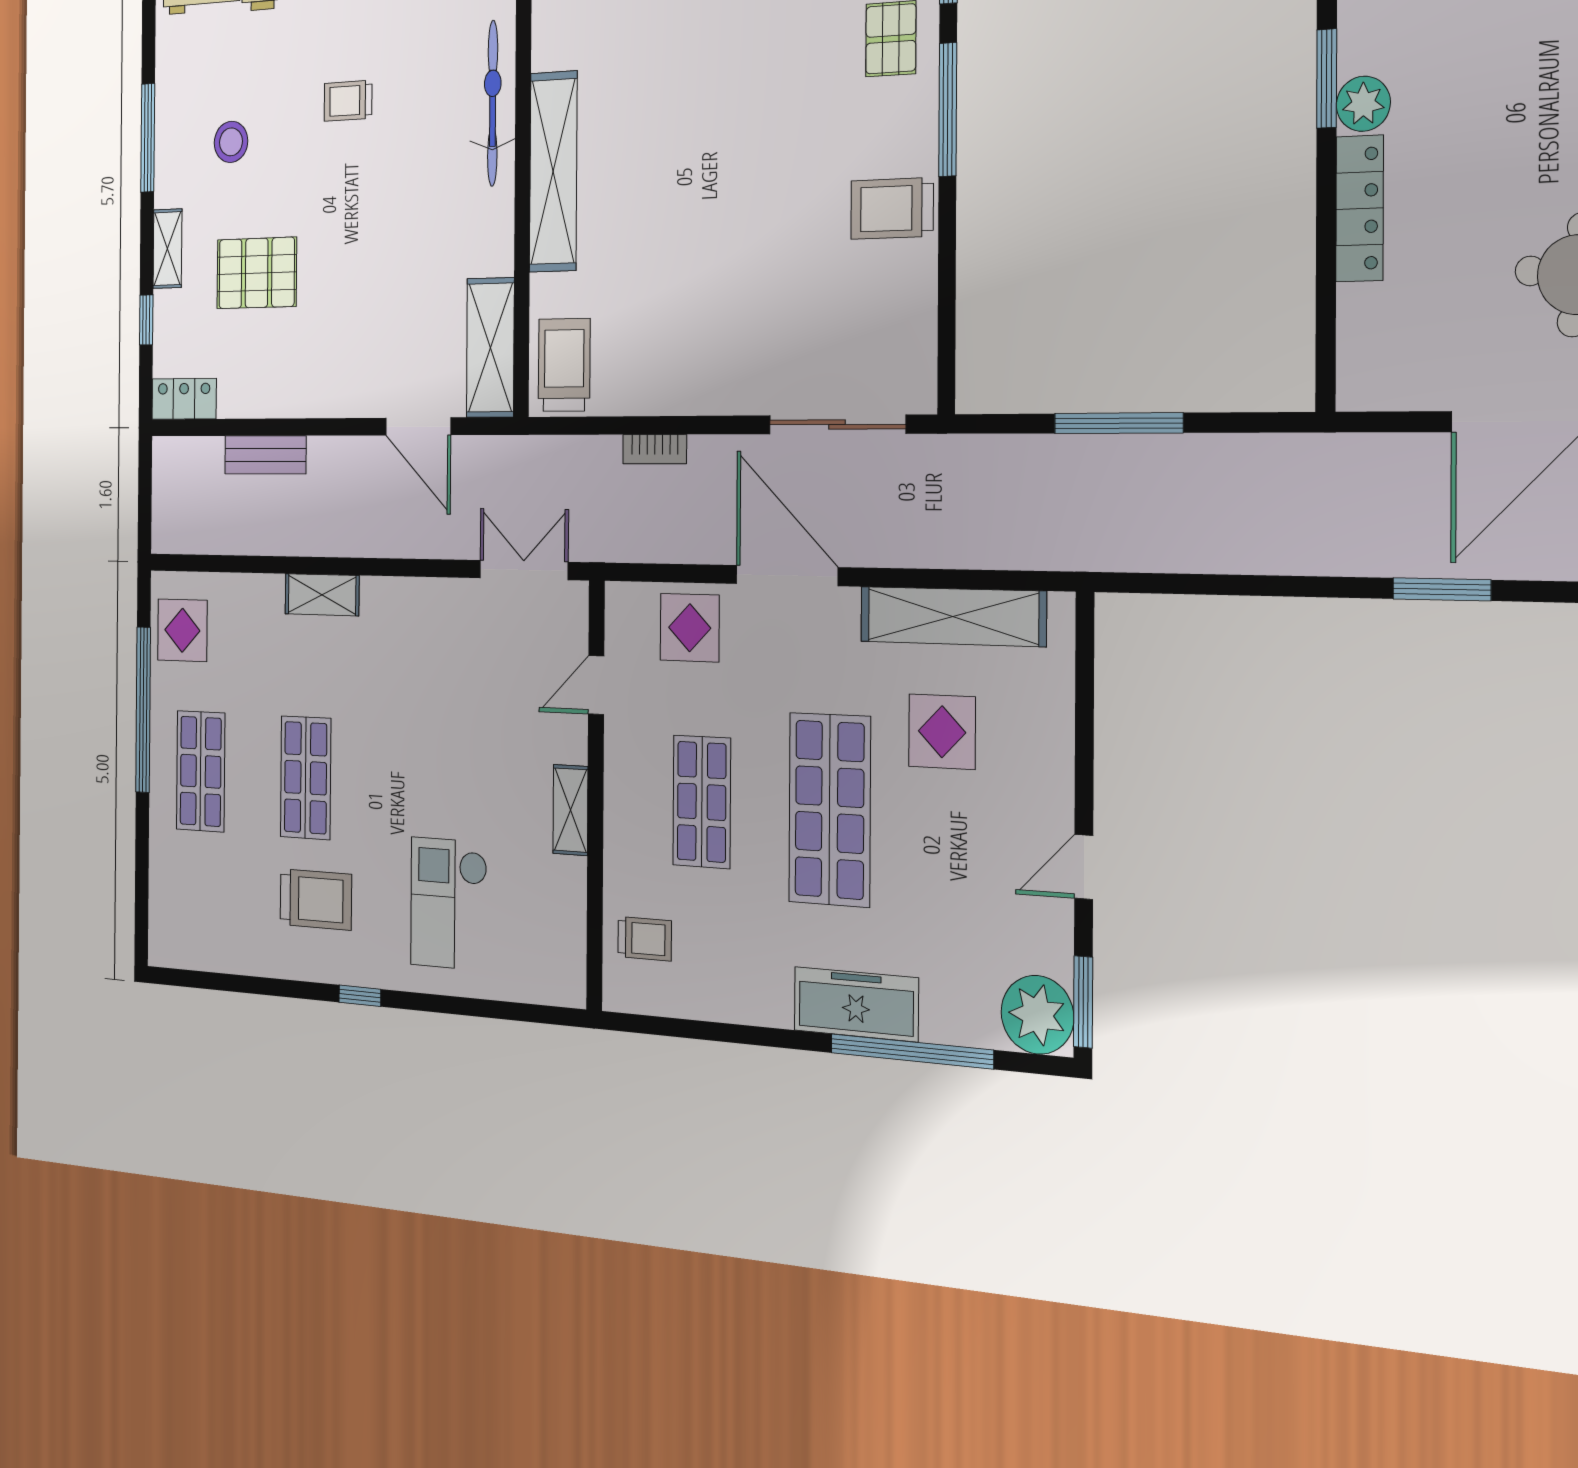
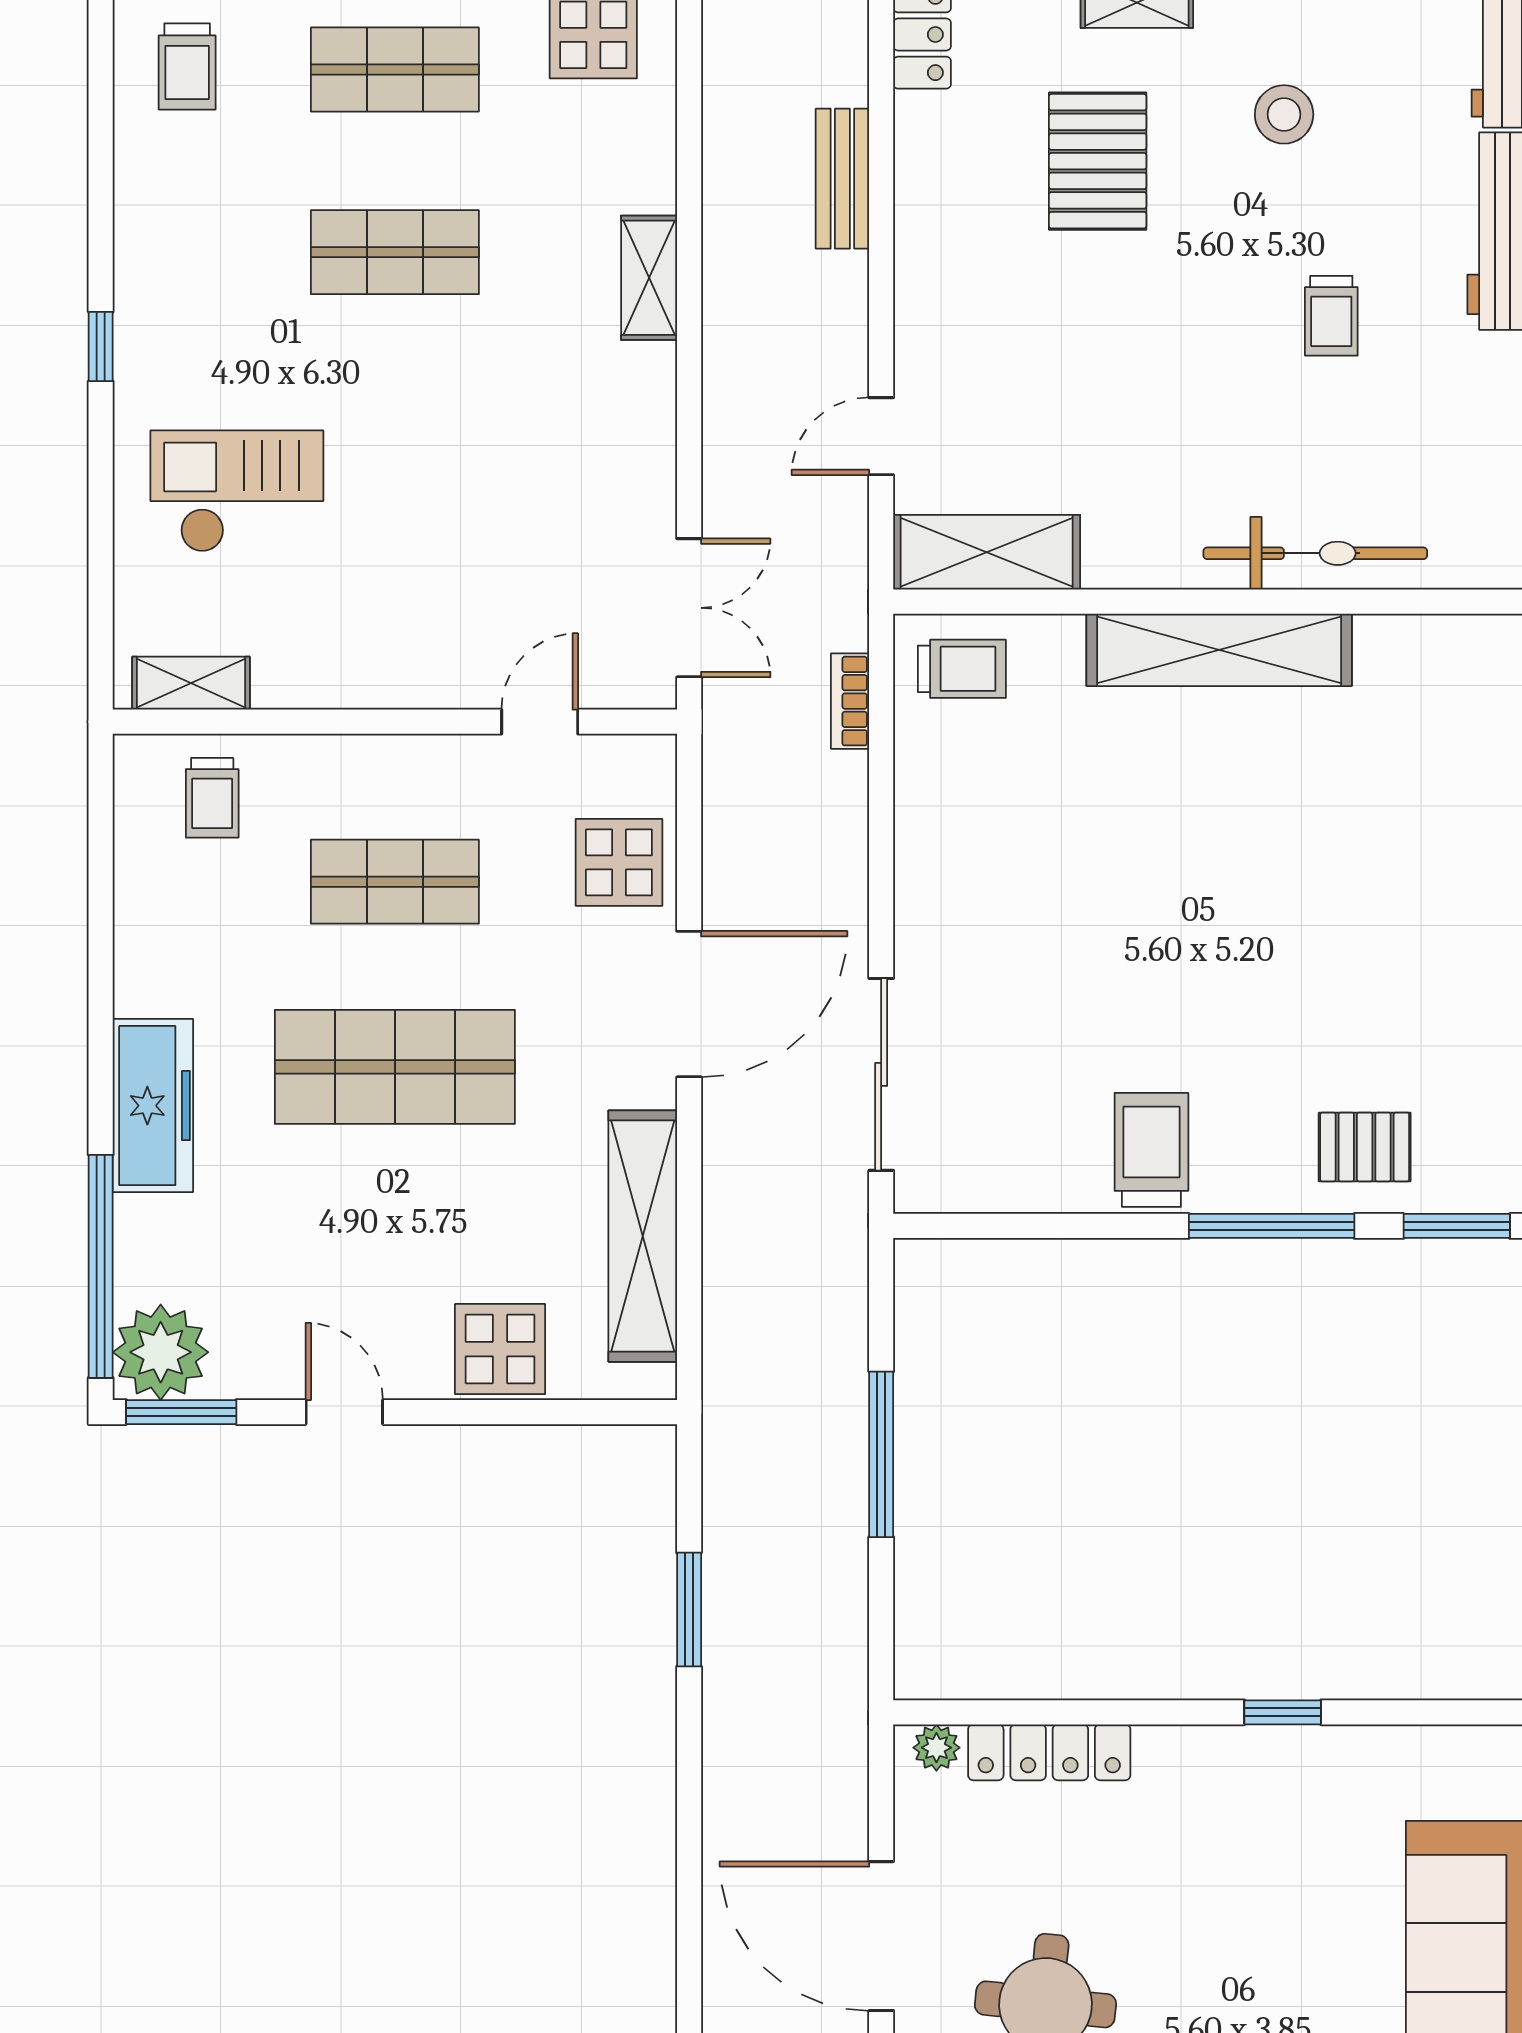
window: (1327, 78) -> (1283, 1712), width x0.67
trolley: (348, 101) -> (1331, 316), turned 180
plant: (1363, 104) -> (936, 1748), moved, width x0.73, depth x0.73
locker: (1359, 208) -> (1049, 1752), moved
trolley: (564, 365) -> (962, 669), width x0.73, depth x0.72
door: (418, 426) -> (881, 436), width x0.73
bookcase: (655, 449) -> (850, 701), moved
window: (1442, 589) -> (689, 1610), moved
door: (596, 685) -> (540, 722), hinge flipped
display table: (942, 732) -> (500, 1349), moved
shelving: (570, 810) -> (191, 683), moved
trolley: (316, 899) -> (187, 66), moved, width x0.73, depth x0.72
window: (912, 1051) -> (101, 1266), moved

